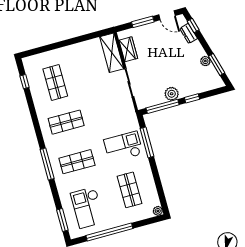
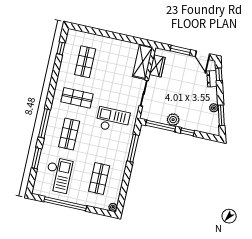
checkout: (123, 147) -> (113, 120), moved
shop shelf: (77, 162) -> (69, 134), turned 90
checkout: (87, 208) -> (58, 175), turned 180
window: (62, 220) -> (37, 158), moved

